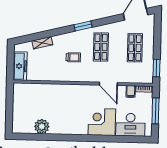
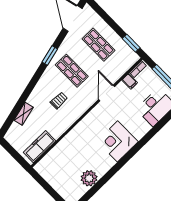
window: (83, 26) -> (50, 56), moved
freezer: (20, 66) -> (39, 147), moved, turned -90
door: (108, 84) -> (107, 93), swing flipped
corner desk: (102, 122) -> (117, 141), moved

